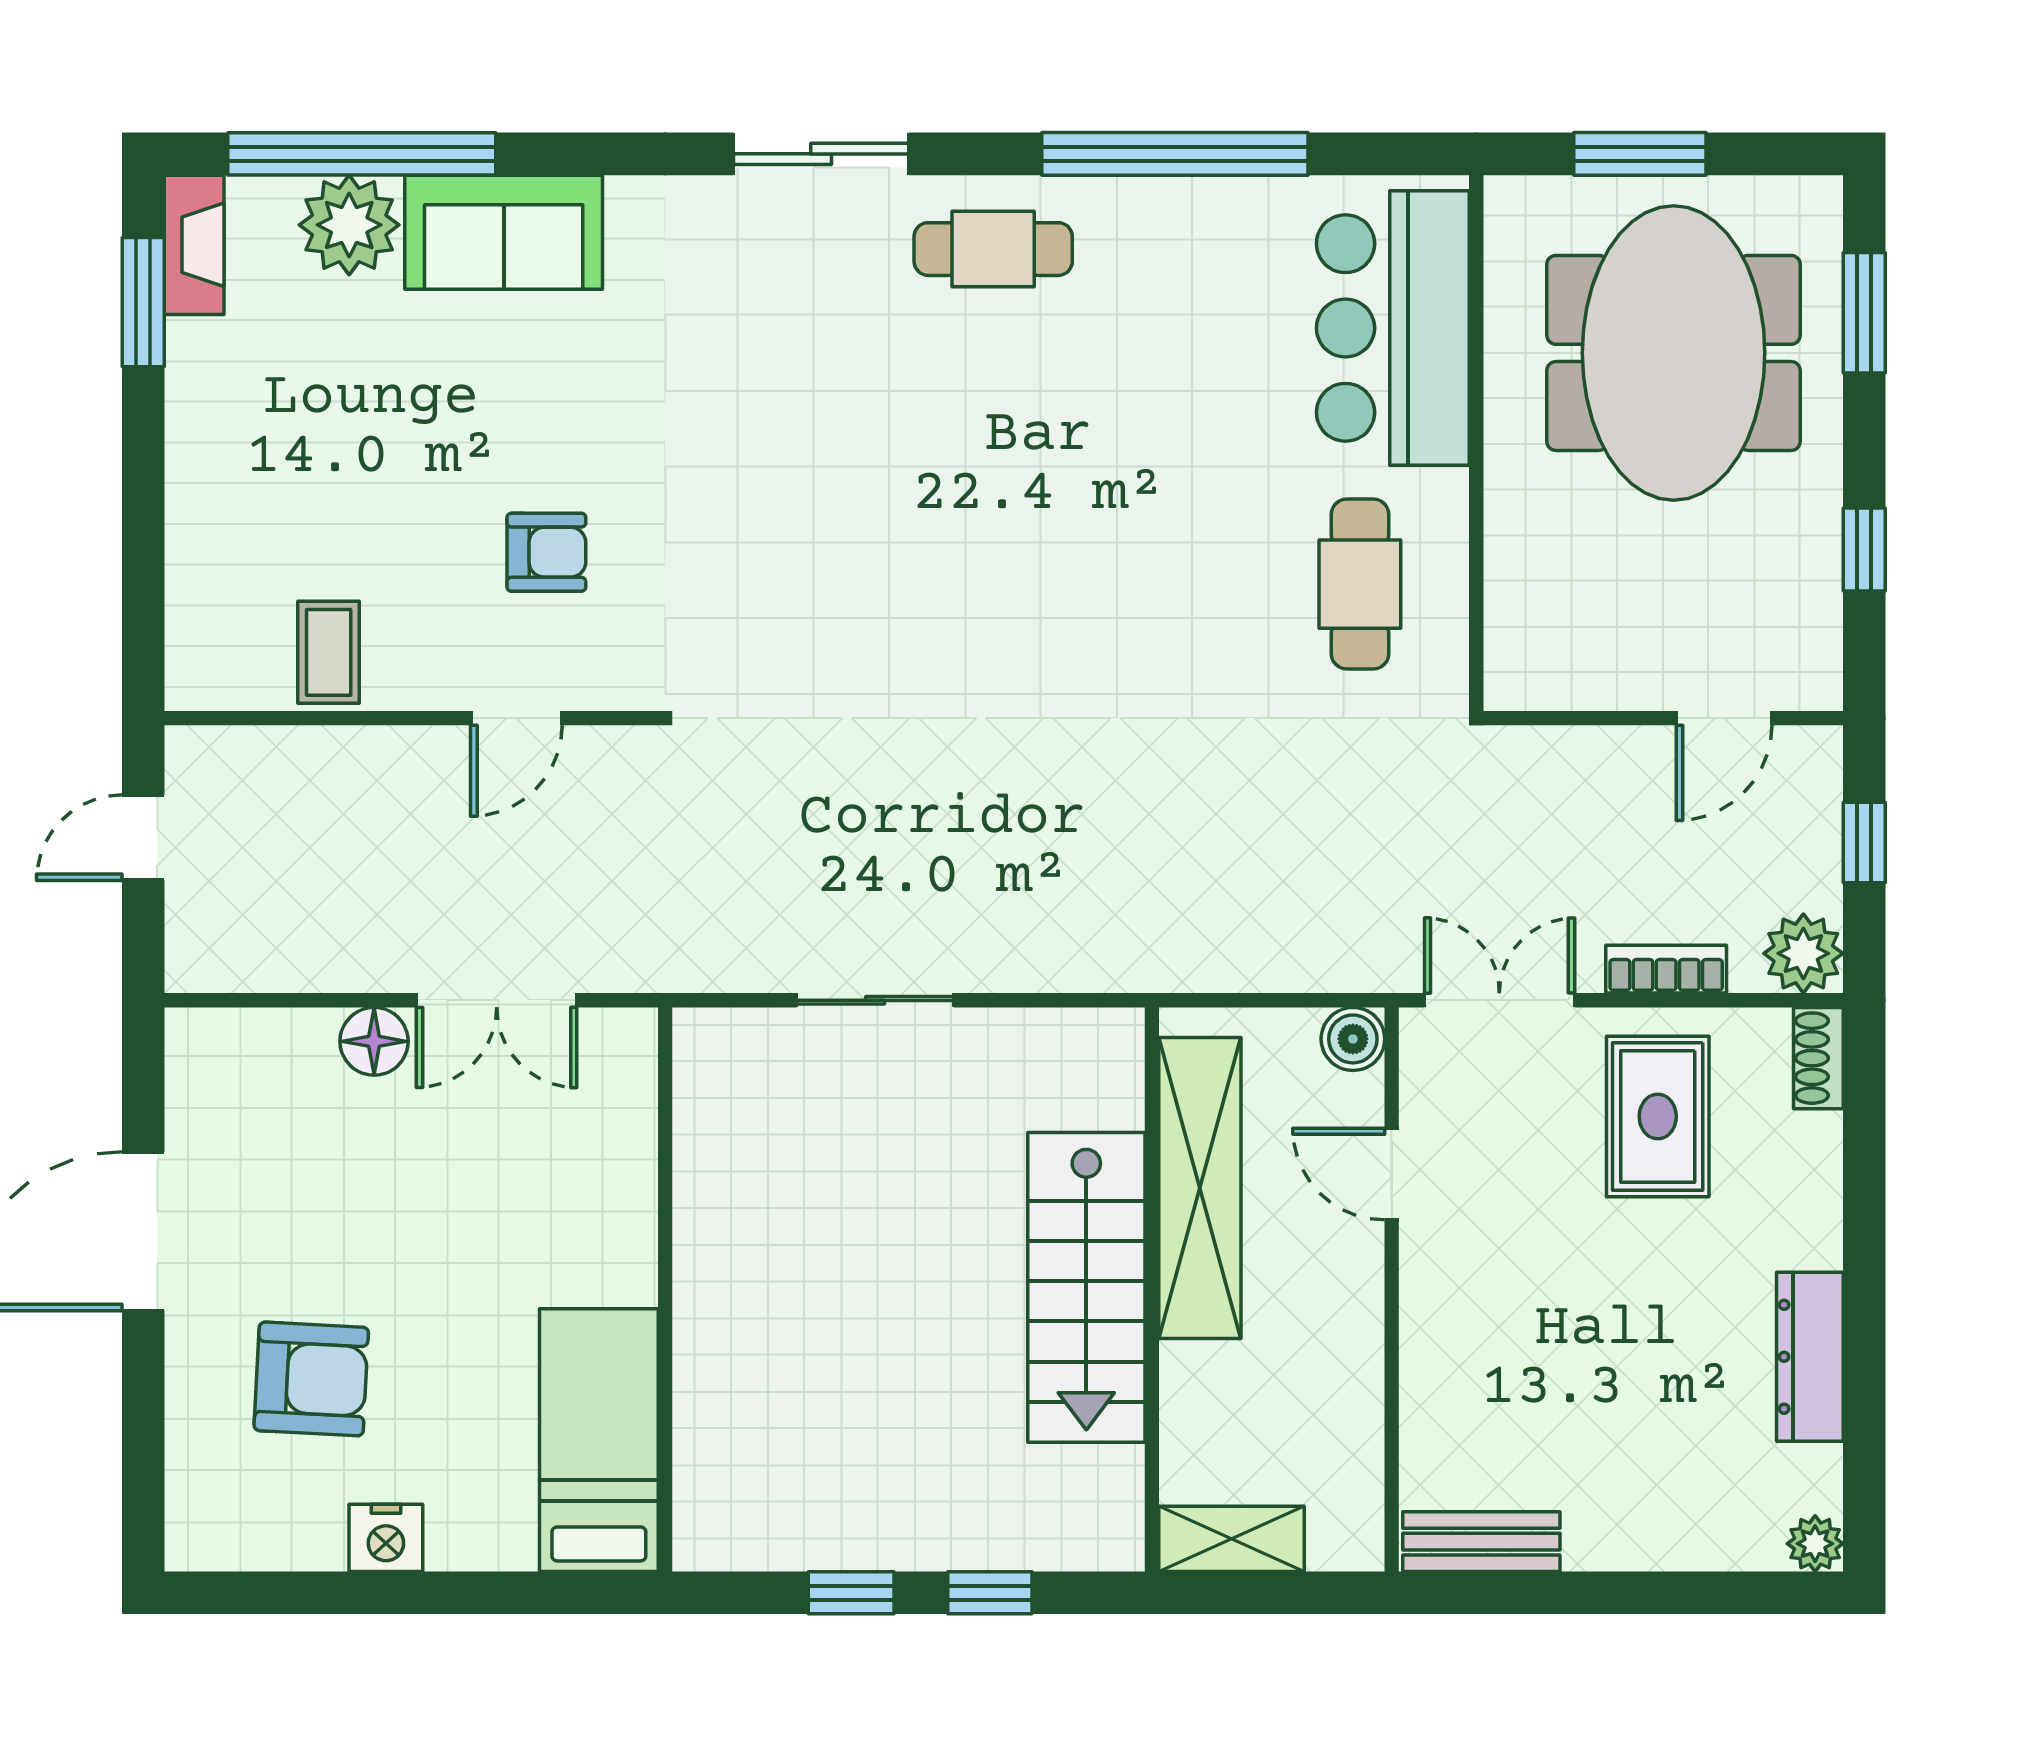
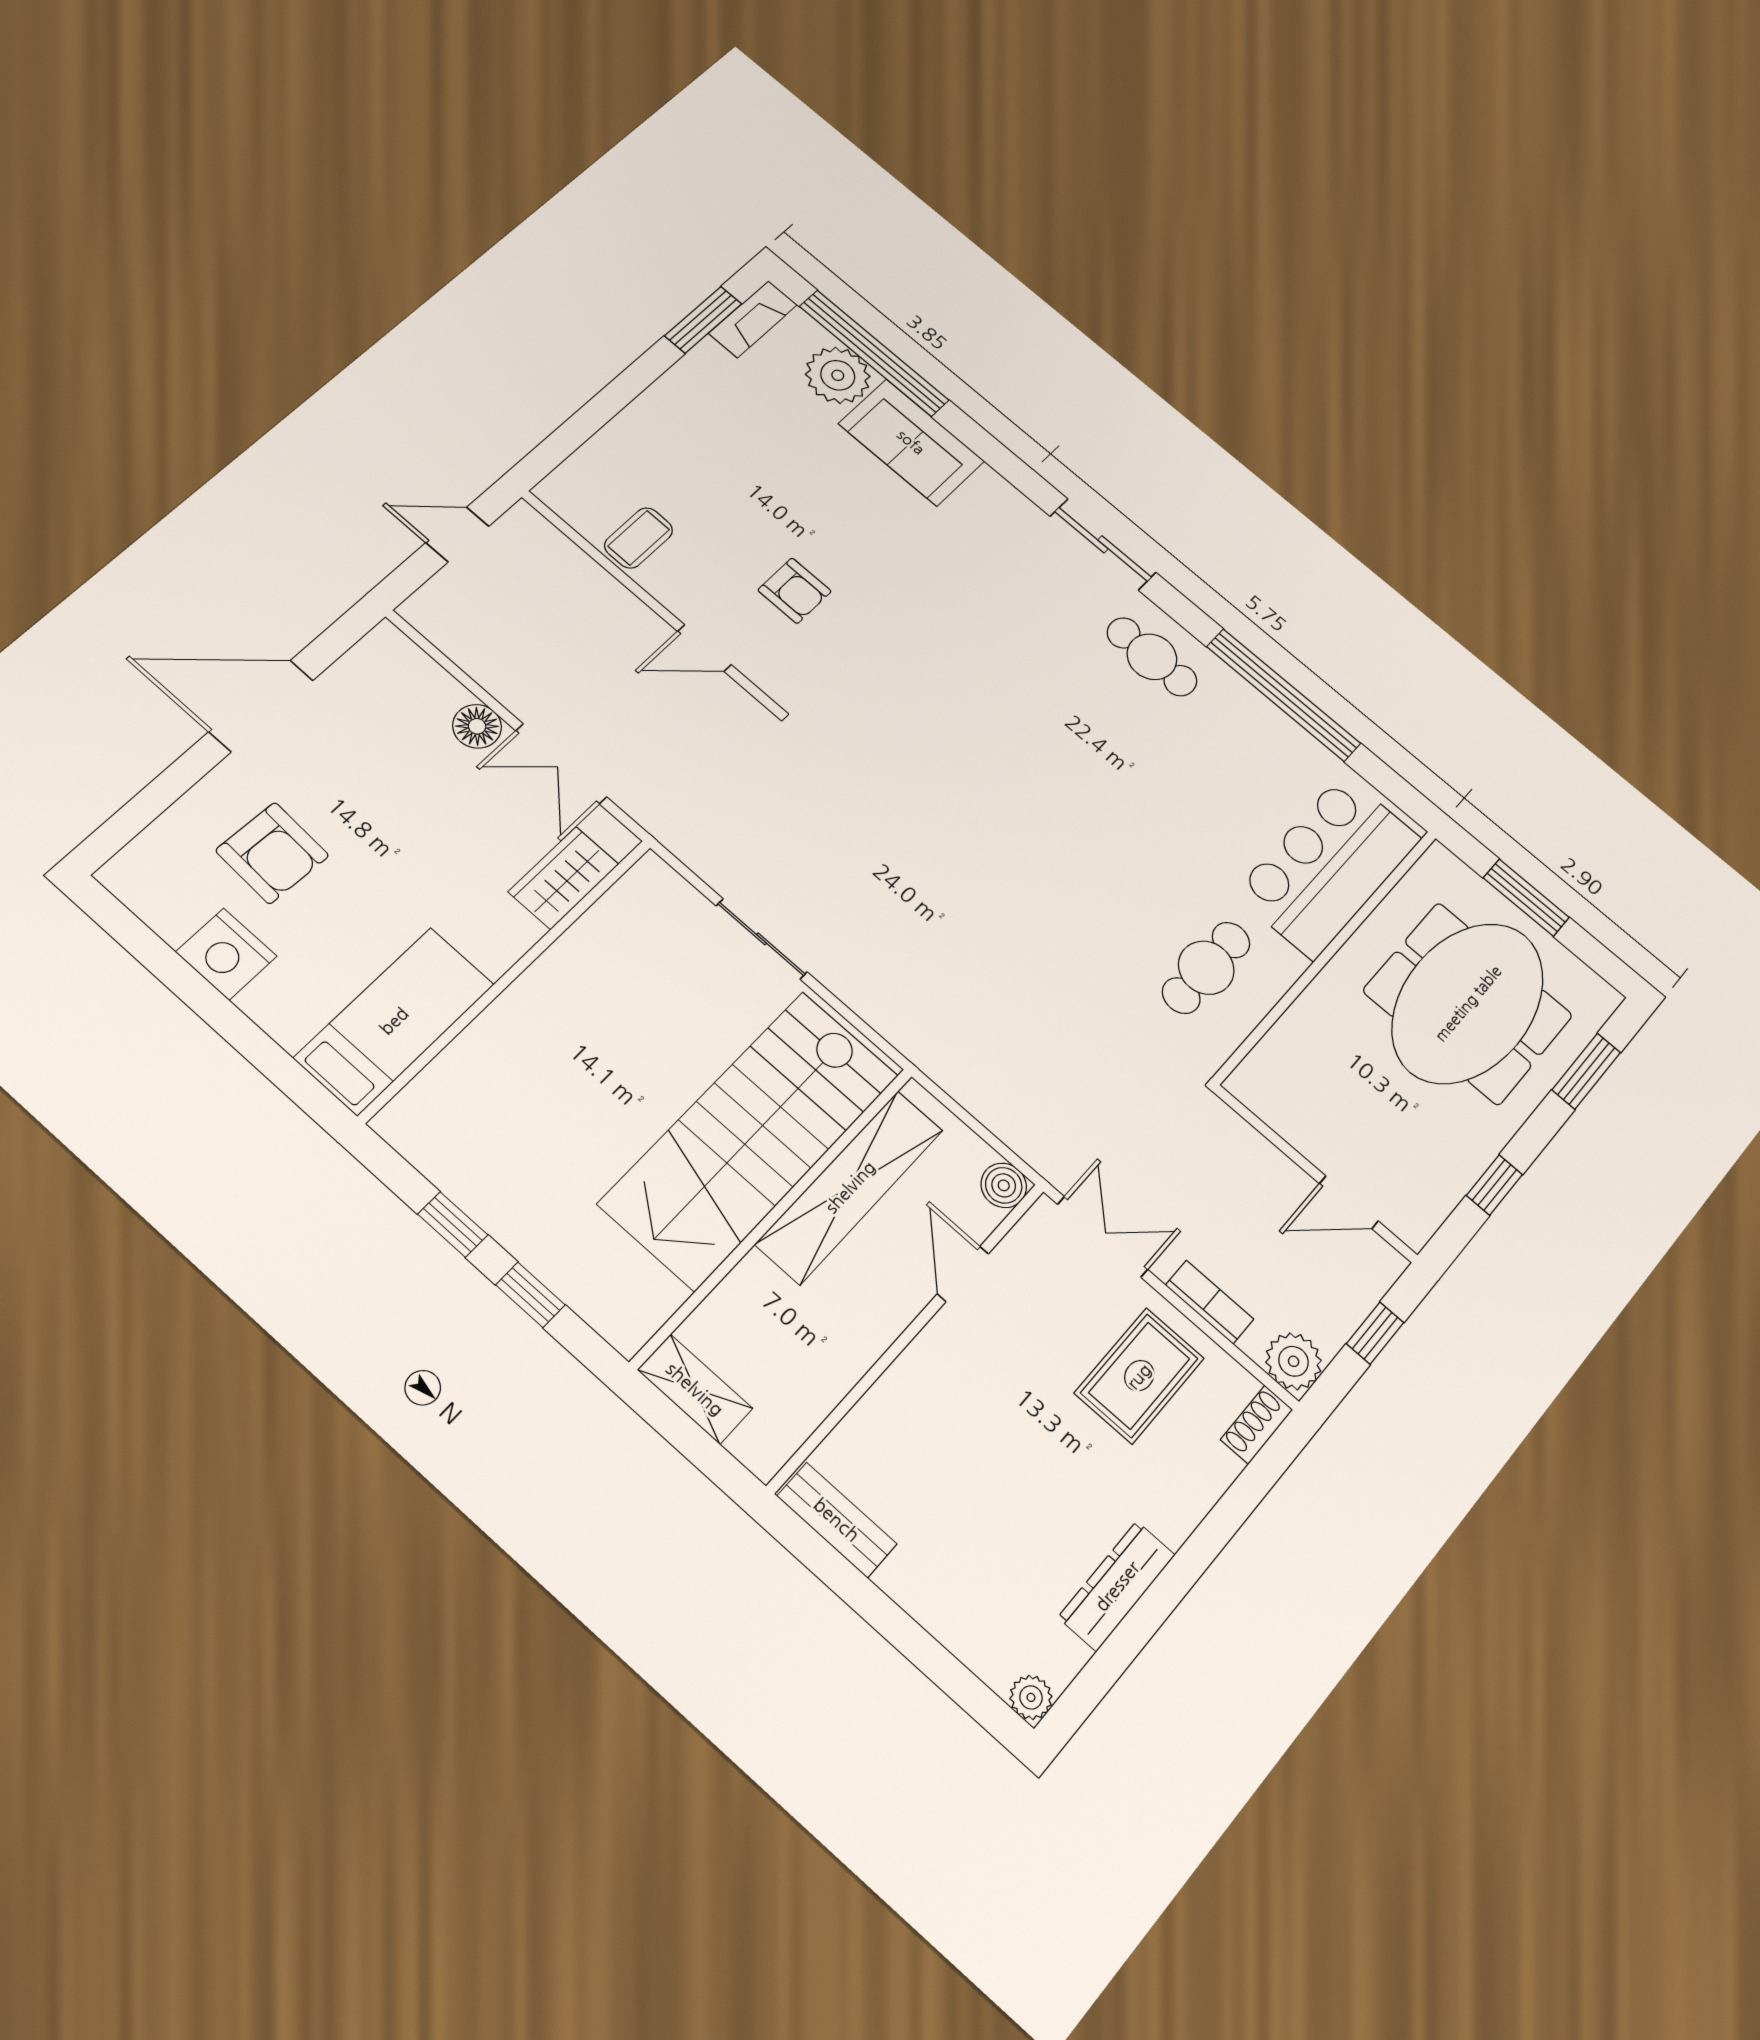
wardrobe: (618, 1126) -> (564, 878), added
stairs: (1086, 1287) -> (750, 1139), width x1.36, depth x1.51
nightstand: (386, 1538) -> (226, 954), width x1.36, depth x1.33

